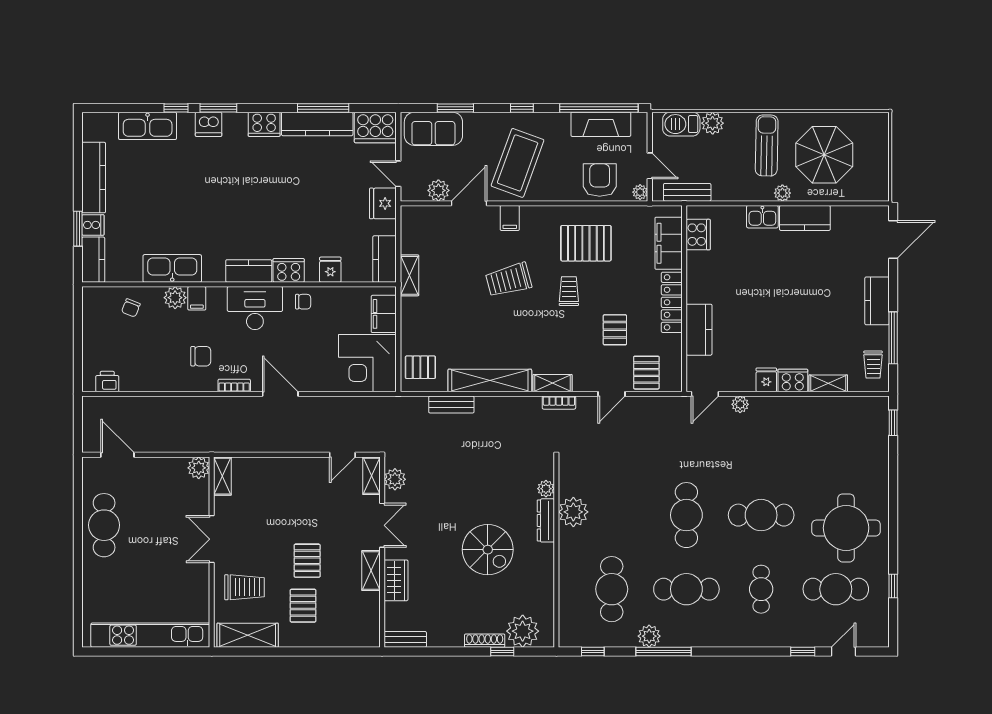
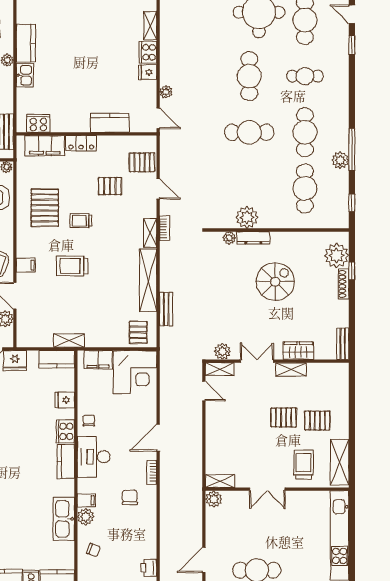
trolley: (509, 280) -> (72, 266), turned 105
locker: (672, 302) -> (81, 143), width x0.66
cafe table: (612, 589) -> (305, 188), turned 90

